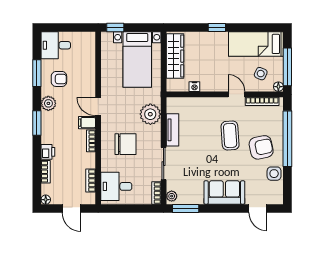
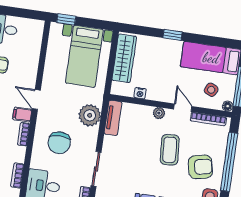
plant: (215, 103) -> (159, 113), added
tv unit: (173, 130) -> (113, 118), moved
chair: (126, 144) -> (59, 143), turned 90

